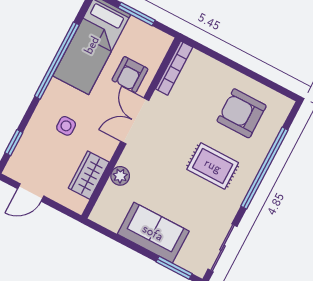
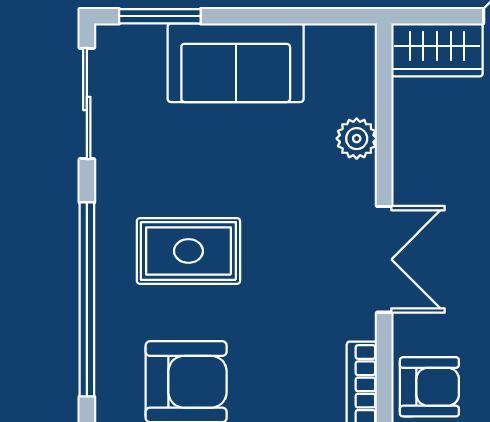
armchair: (130, 74) -> (429, 387), moved, turned 90
wardrobe: (89, 175) -> (437, 50), moved, turned 90

